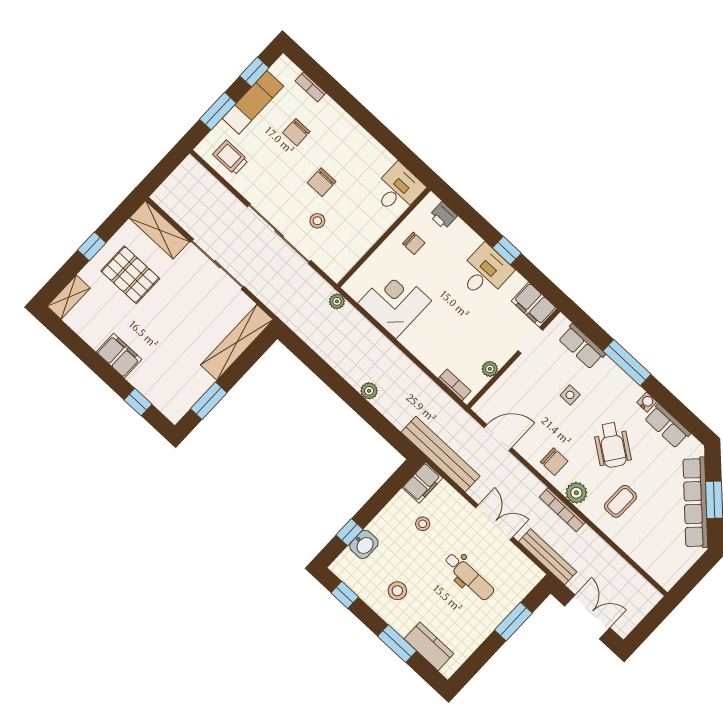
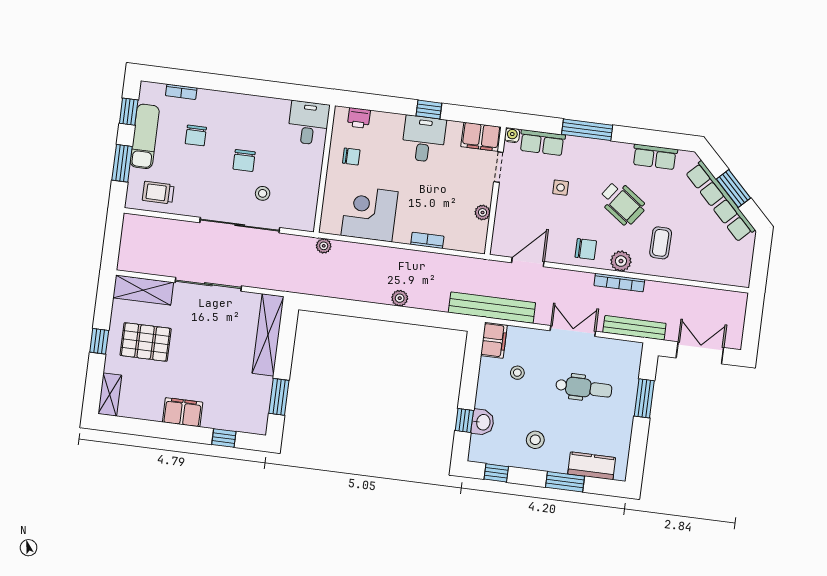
bookcase: (455, 385) -> (427, 240), moved
water cooler: (647, 402) -> (512, 135), moved

